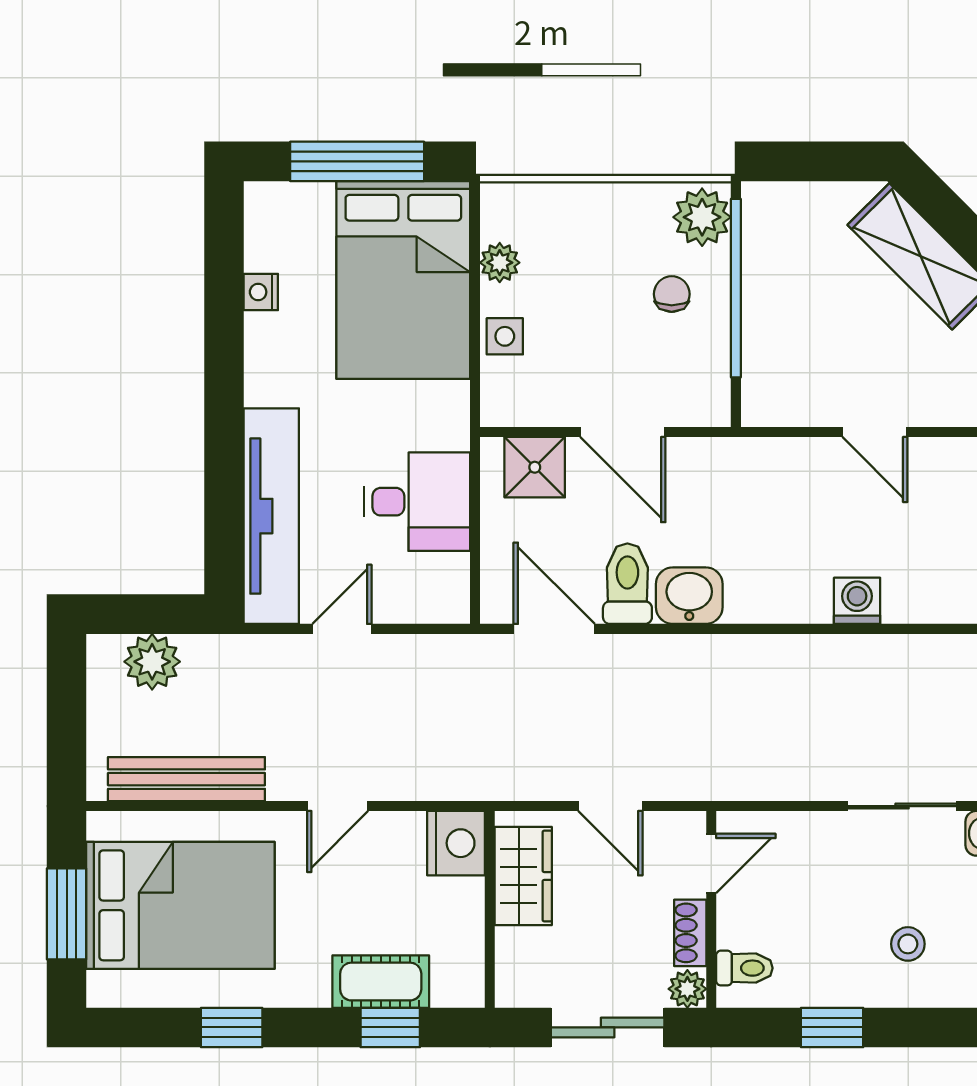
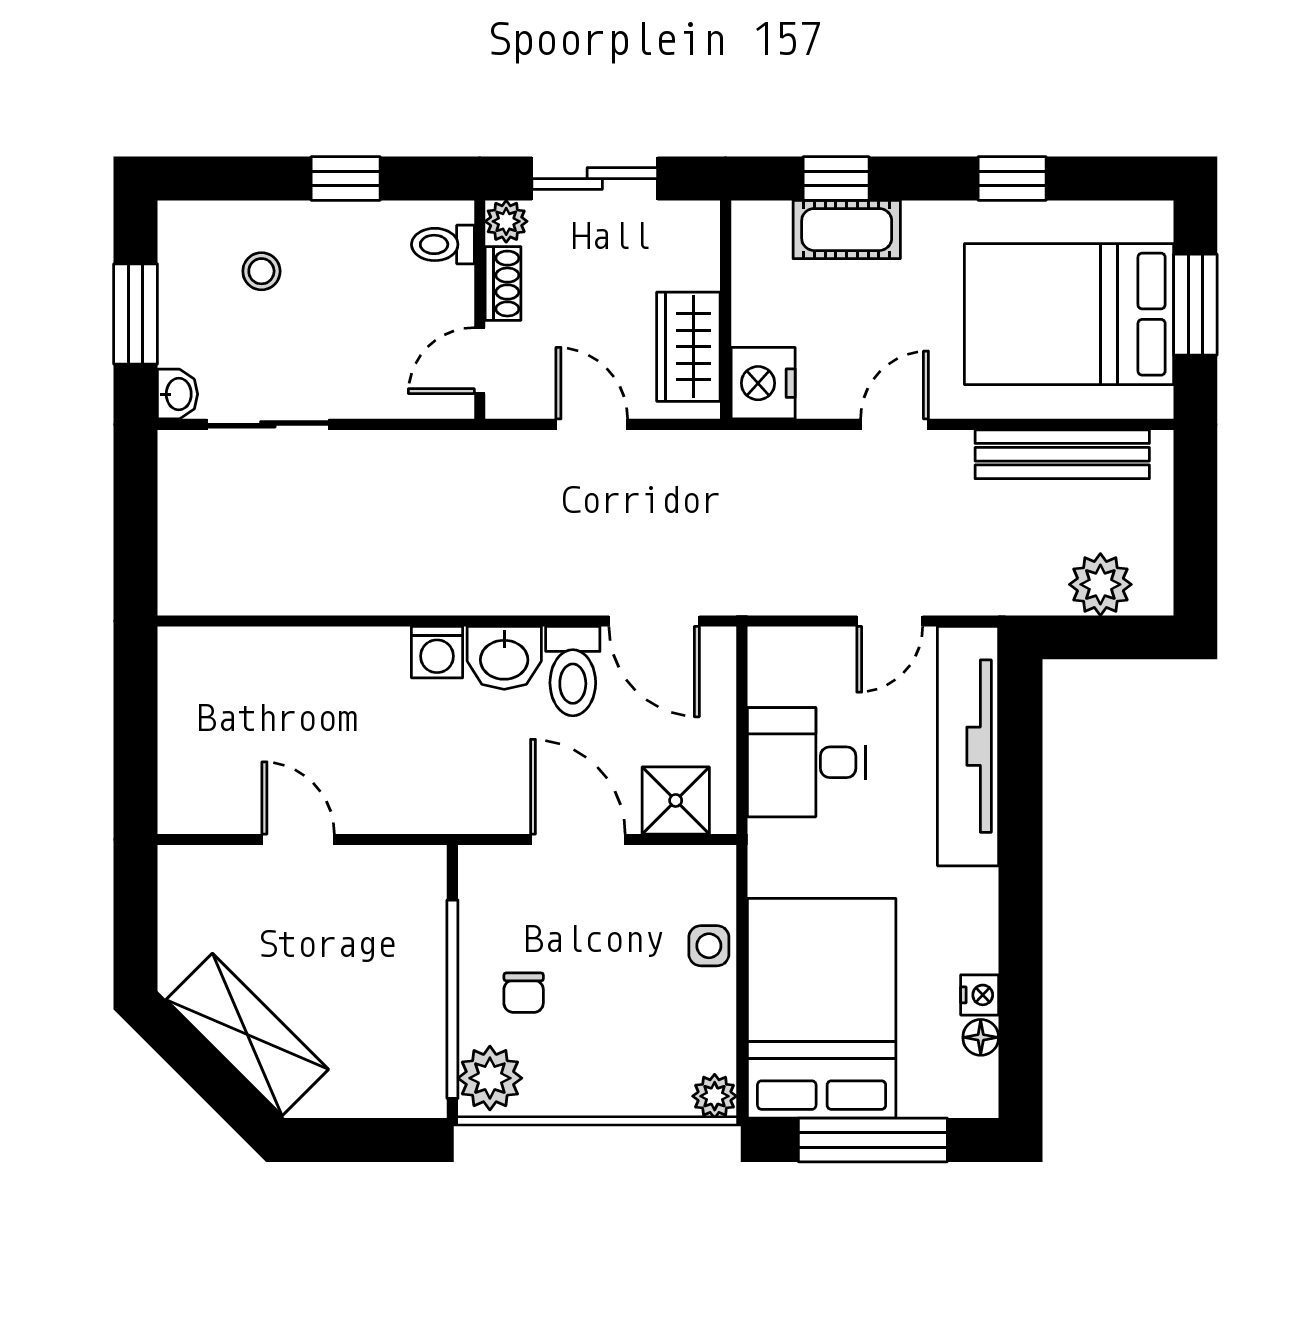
floor lamp: (260, 254) -> (981, 1037), added
plant: (500, 263) -> (715, 1096), moved
washing machine: (857, 601) -> (437, 652), moved

